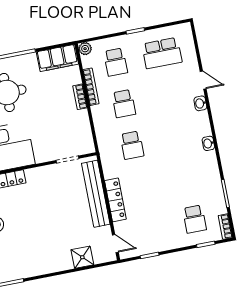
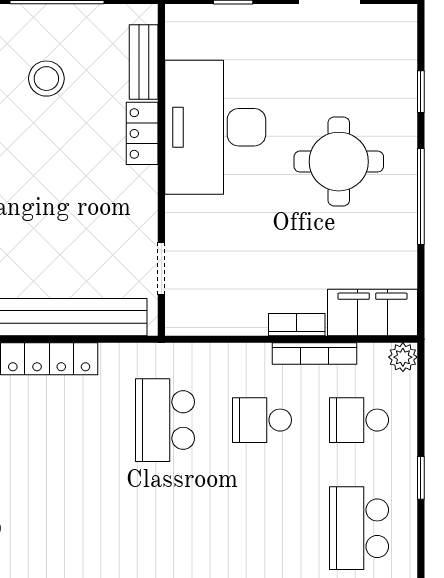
filing cabinet: (57, 58) -> (372, 313), moved, turned 90
school desk: (132, 145) -> (165, 420), width x1.85

